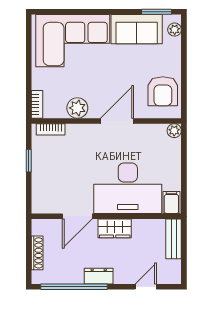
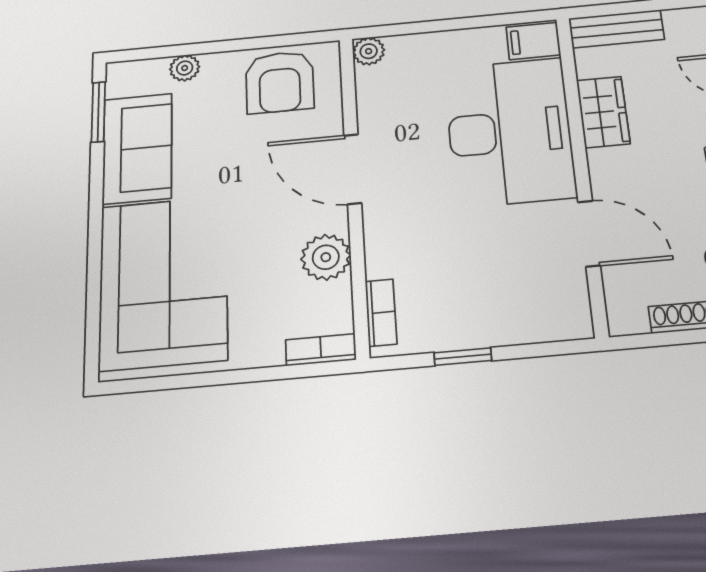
plant: (175, 30) -> (185, 68), moved
armchair: (163, 91) -> (280, 82), turned 90
wardrobe: (115, 228) -> (603, 112), moved

